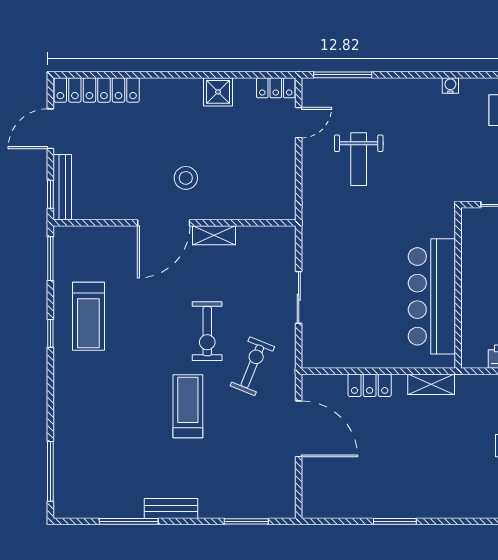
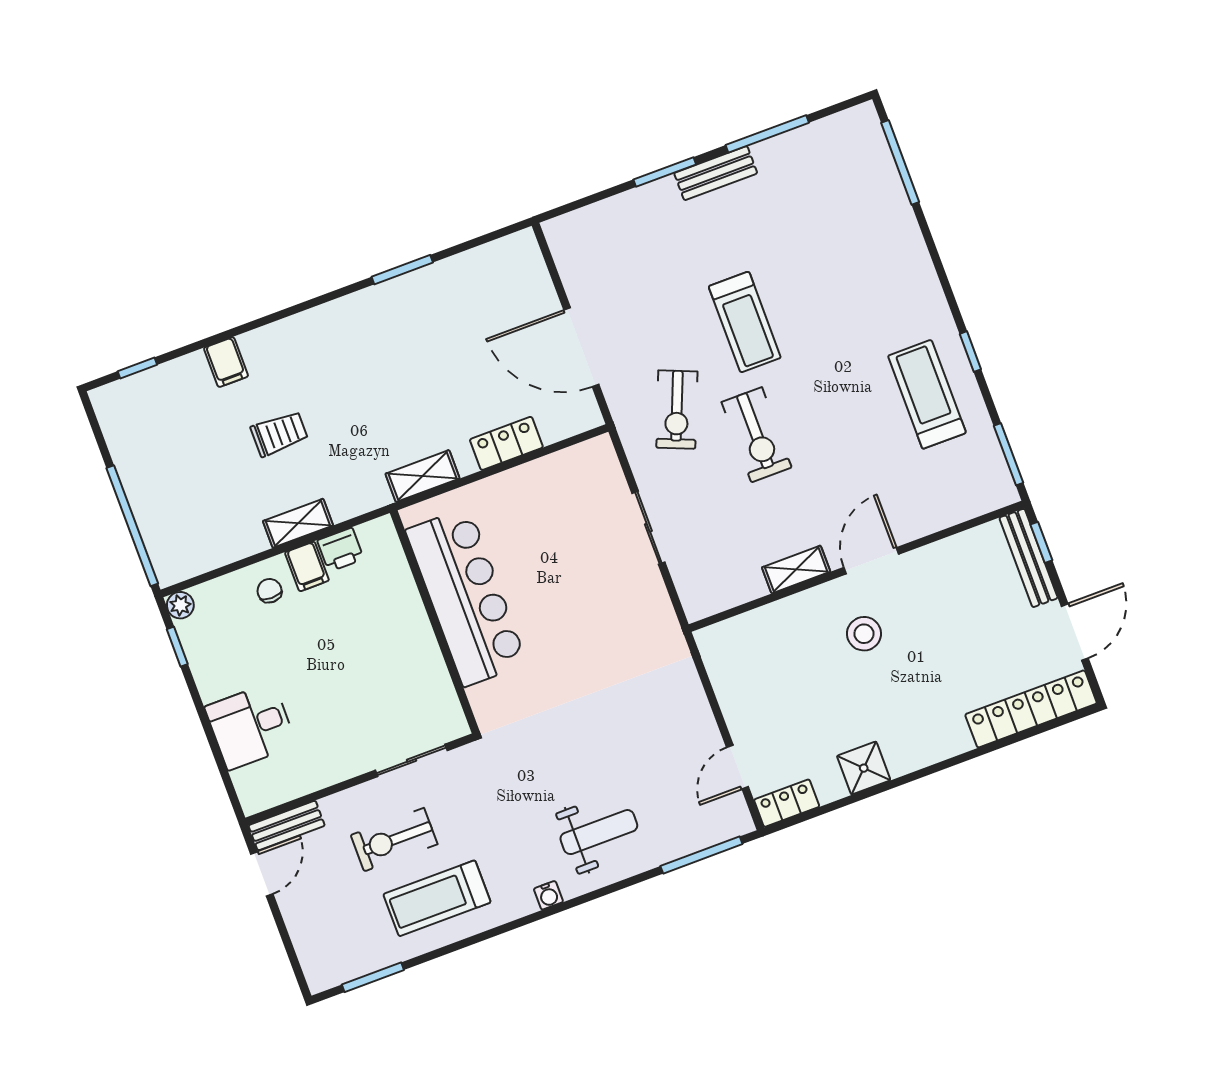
weight bench: (359, 159) -> (599, 832), moved, turned 90
door: (164, 223) -> (871, 561), width x0.73
exercise bike: (207, 331) -> (757, 435), turned 180
window: (246, 521) -> (665, 172), moved

